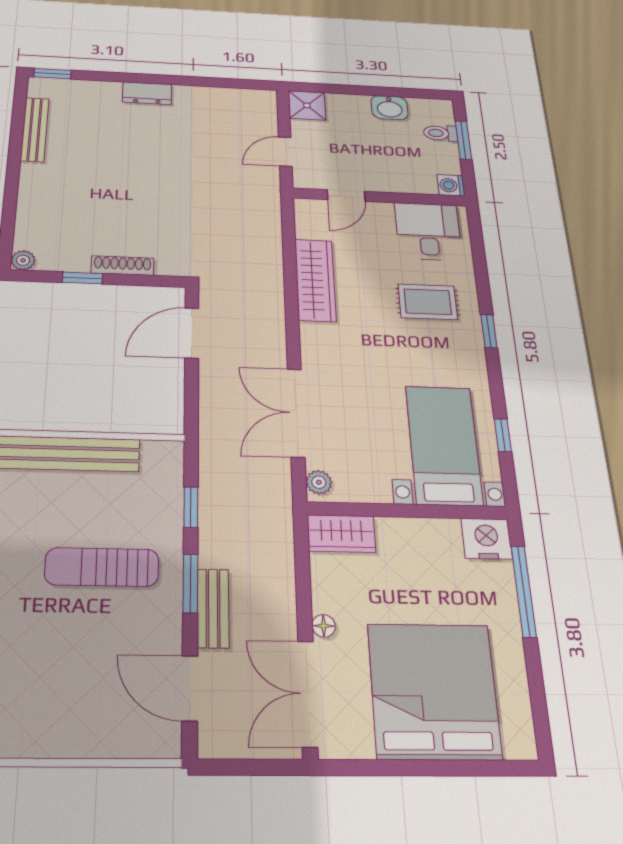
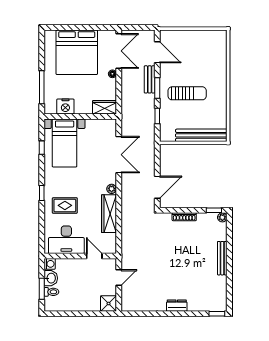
washbasin: (390, 108) -> (51, 278), moved, turned 90
bench: (35, 130) -> (222, 258), moved
door: (346, 196) -> (94, 256), hinge flipped
desk: (428, 231) -> (66, 240), width x1.37
window: (82, 278) -> (214, 210), moved
plant: (319, 482) -> (112, 189), moved
nightstand: (487, 539) -> (65, 106), moved

